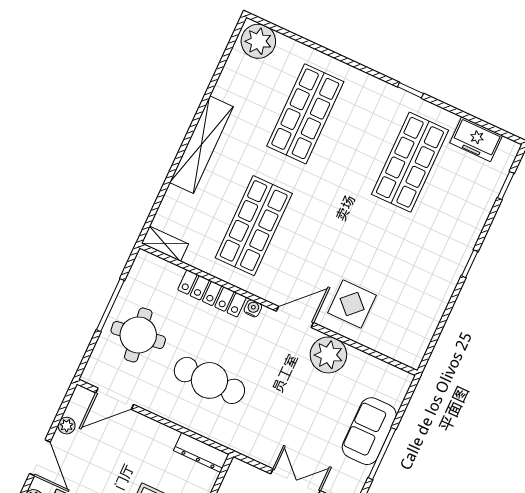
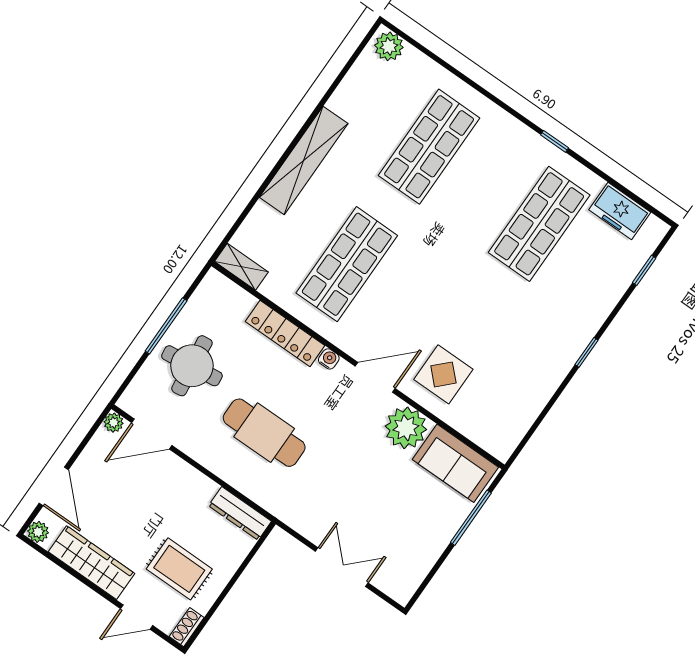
plant: (258, 41) -> (389, 46), width x0.73, depth x0.73
plant: (67, 426) -> (114, 423), moved
sofa: (369, 431) -> (455, 463), moved, turned -90
window: (382, 454) -> (471, 518), moved

